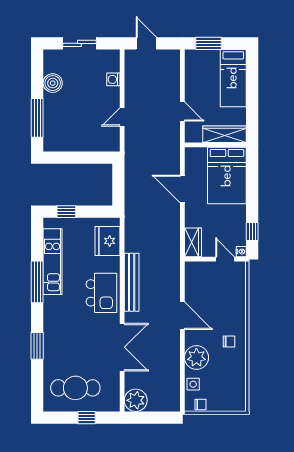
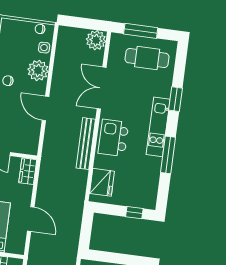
kitchen unit: (53, 262) -> (158, 127), moved
window: (87, 418) -> (141, 31), width x2.17

